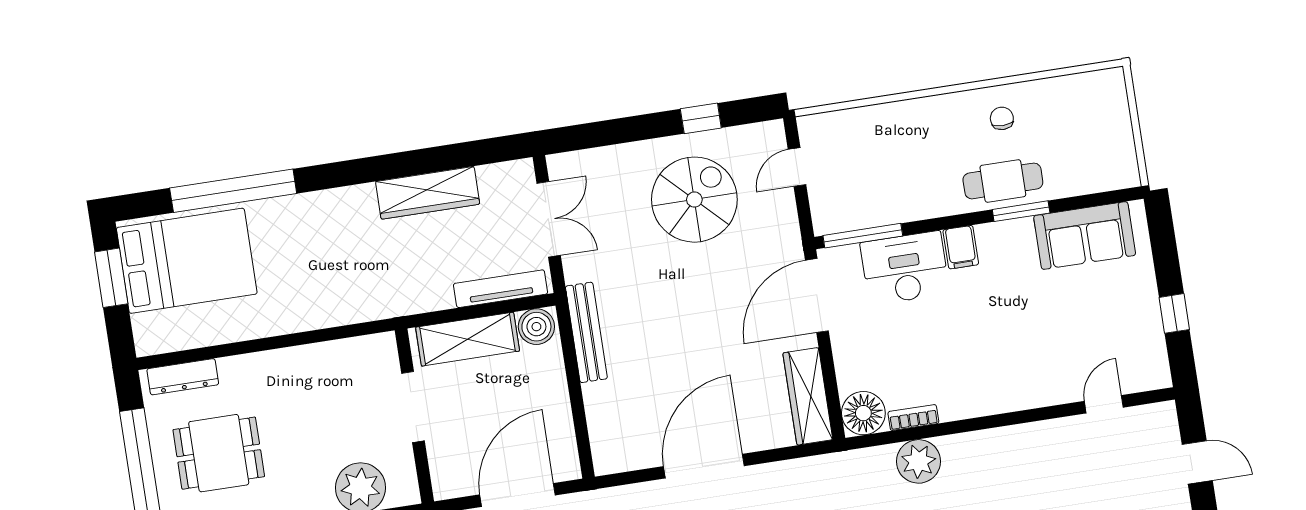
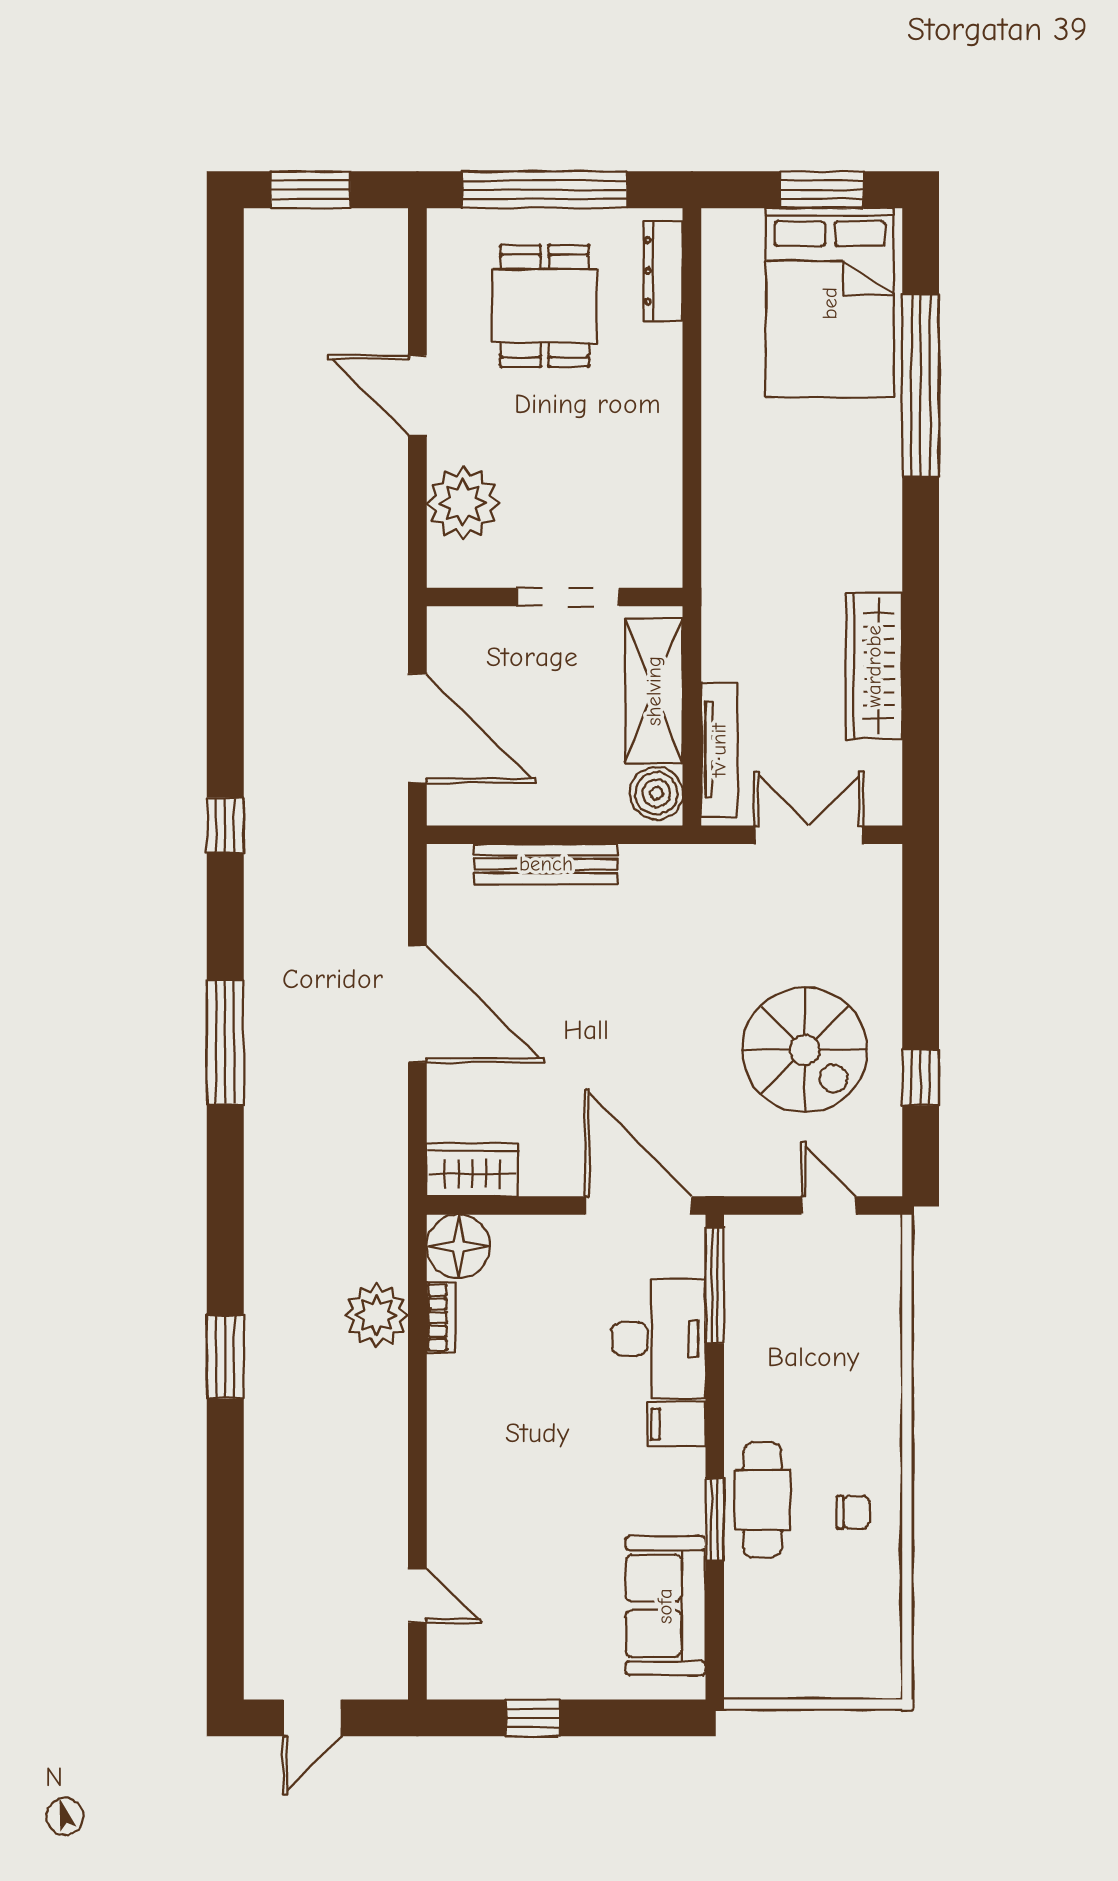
double door: (549, 219) -> (809, 835), swing flipped
bench: (586, 332) -> (546, 864), moved
wardrobe: (808, 396) -> (472, 1170), width x0.67

